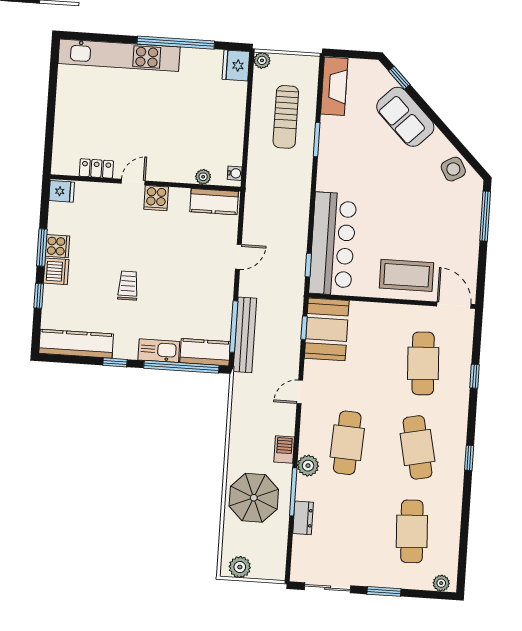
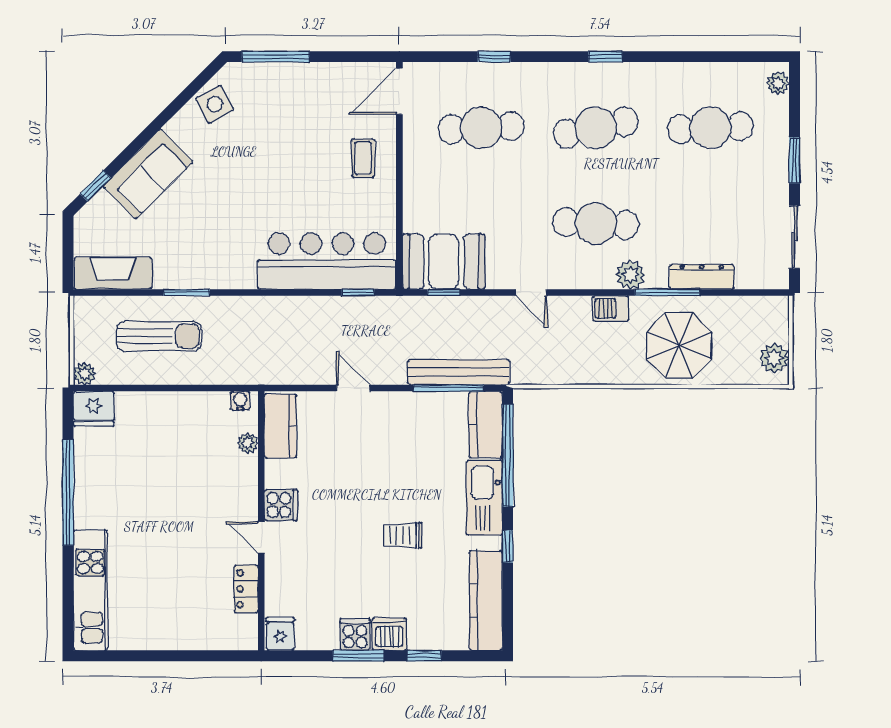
kitchen unit: (119, 55) -> (90, 590), width x0.73
coffee table: (407, 275) -> (363, 158), width x0.54, depth x0.58
kitchen sink: (159, 351) -> (484, 498), width x1.36, depth x1.24
dresser: (303, 518) -> (702, 277), width x1.44

